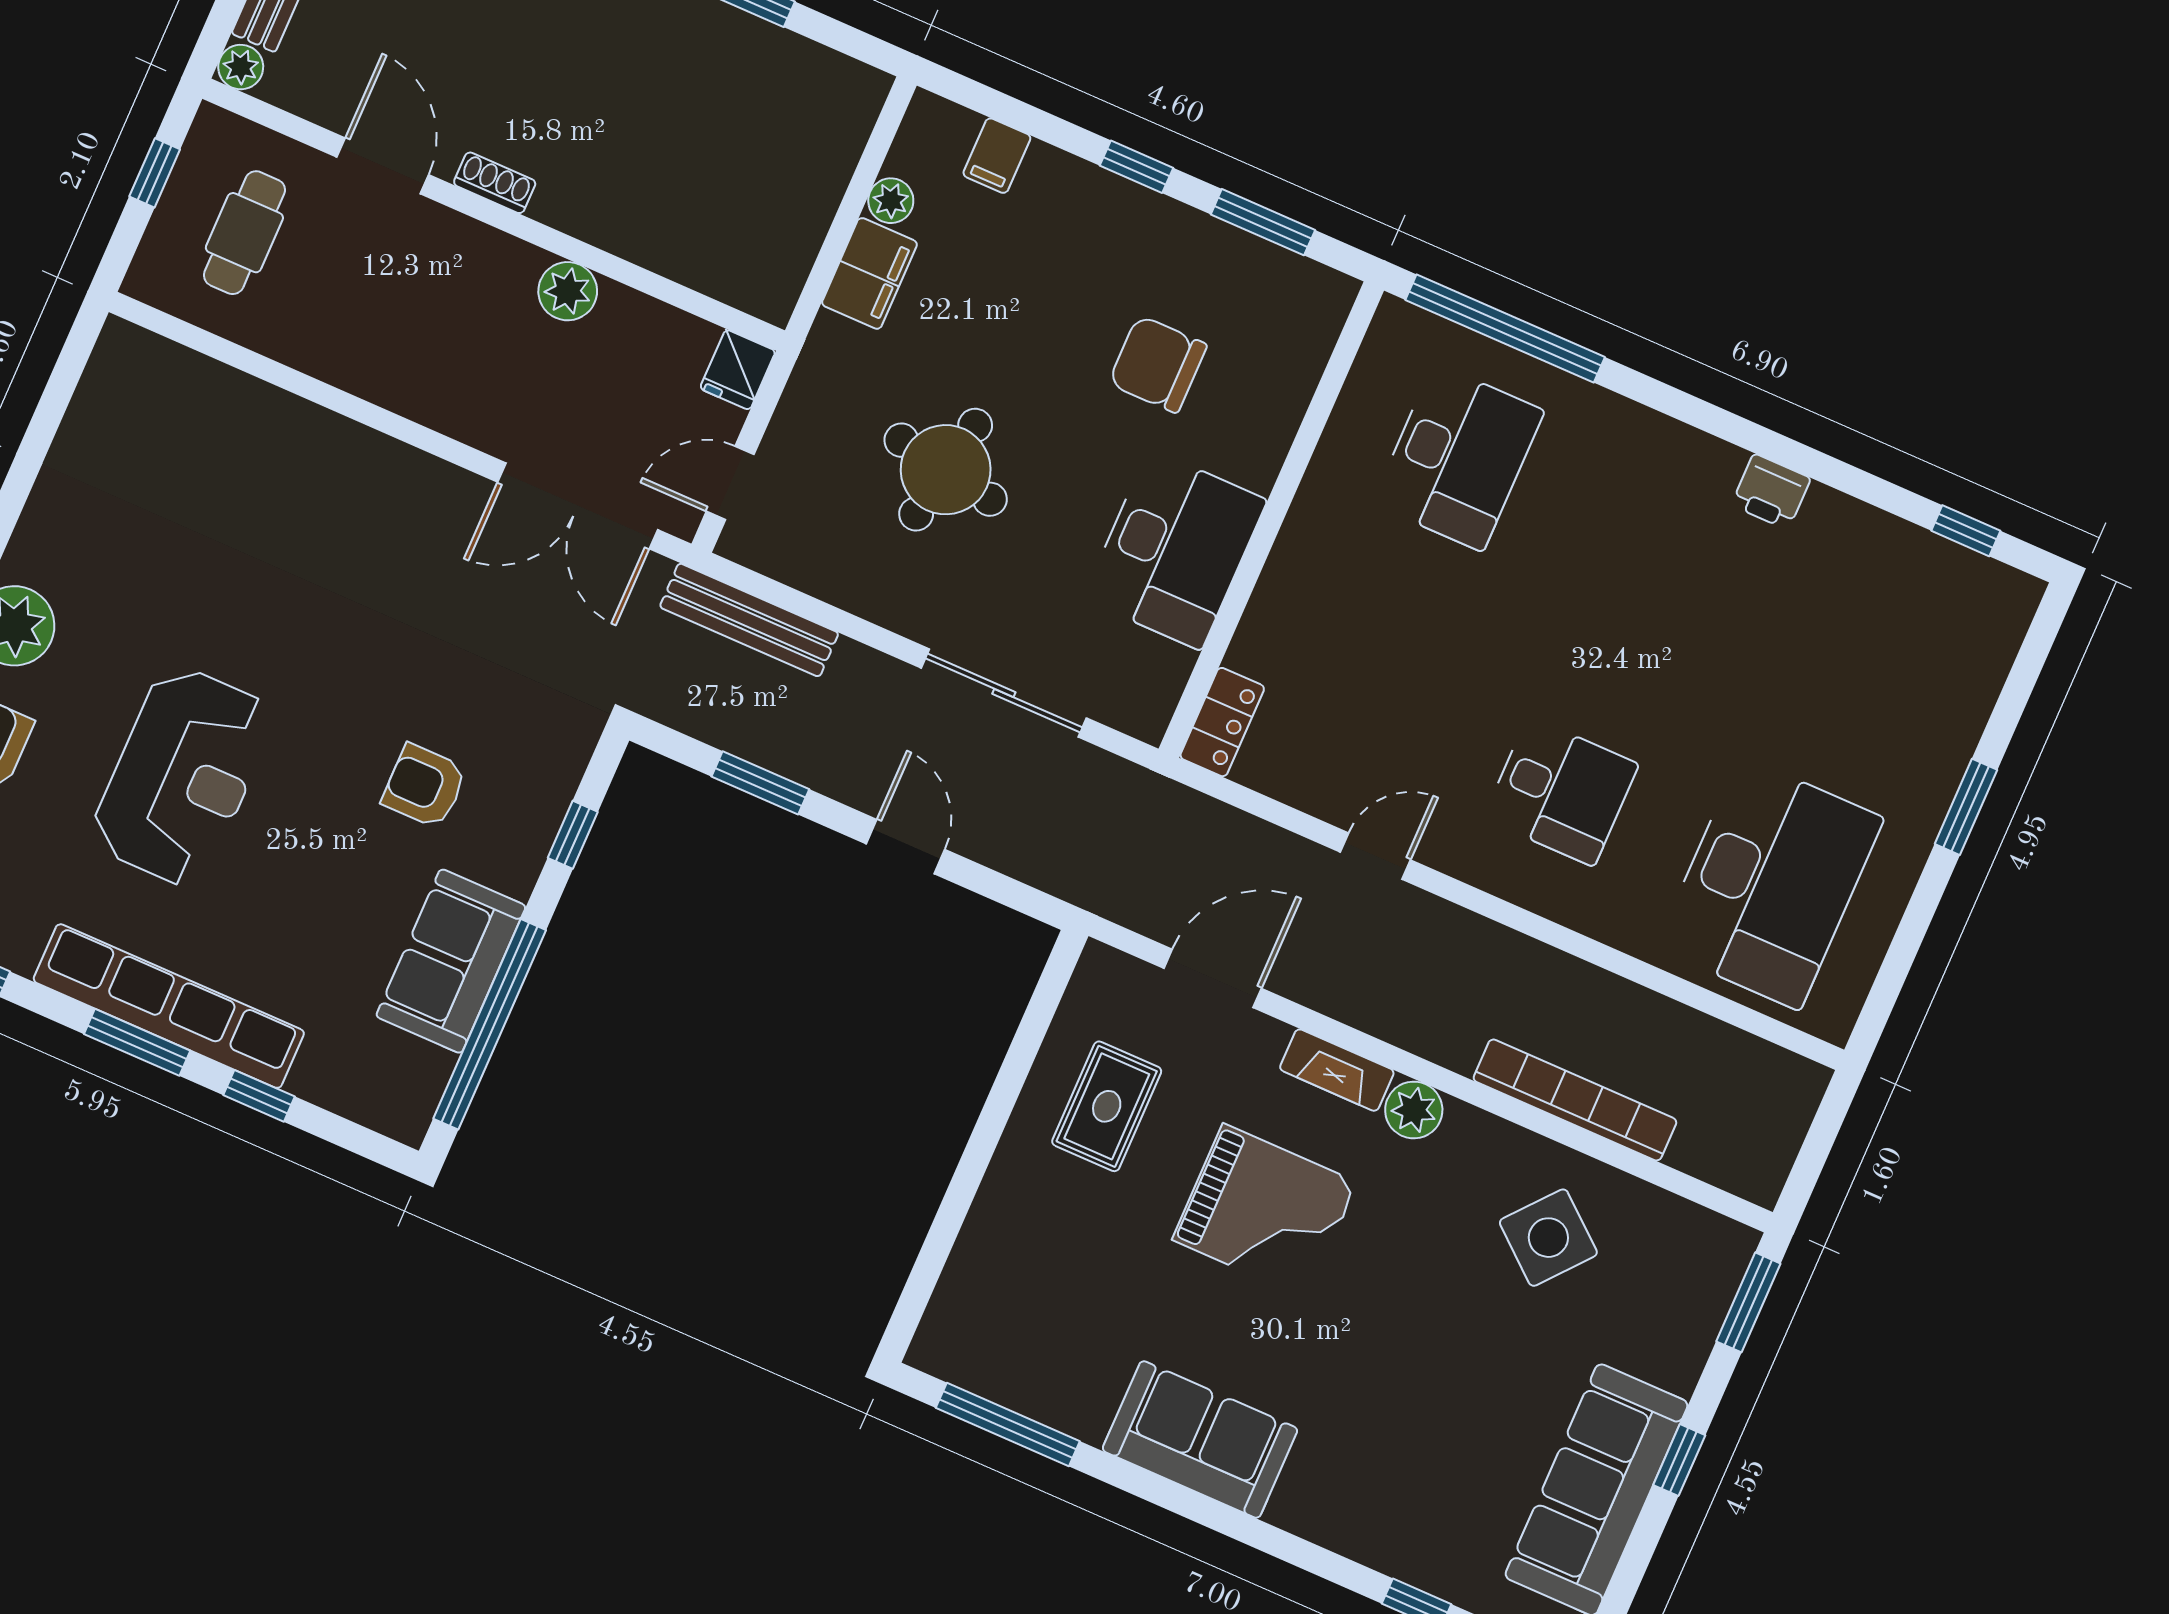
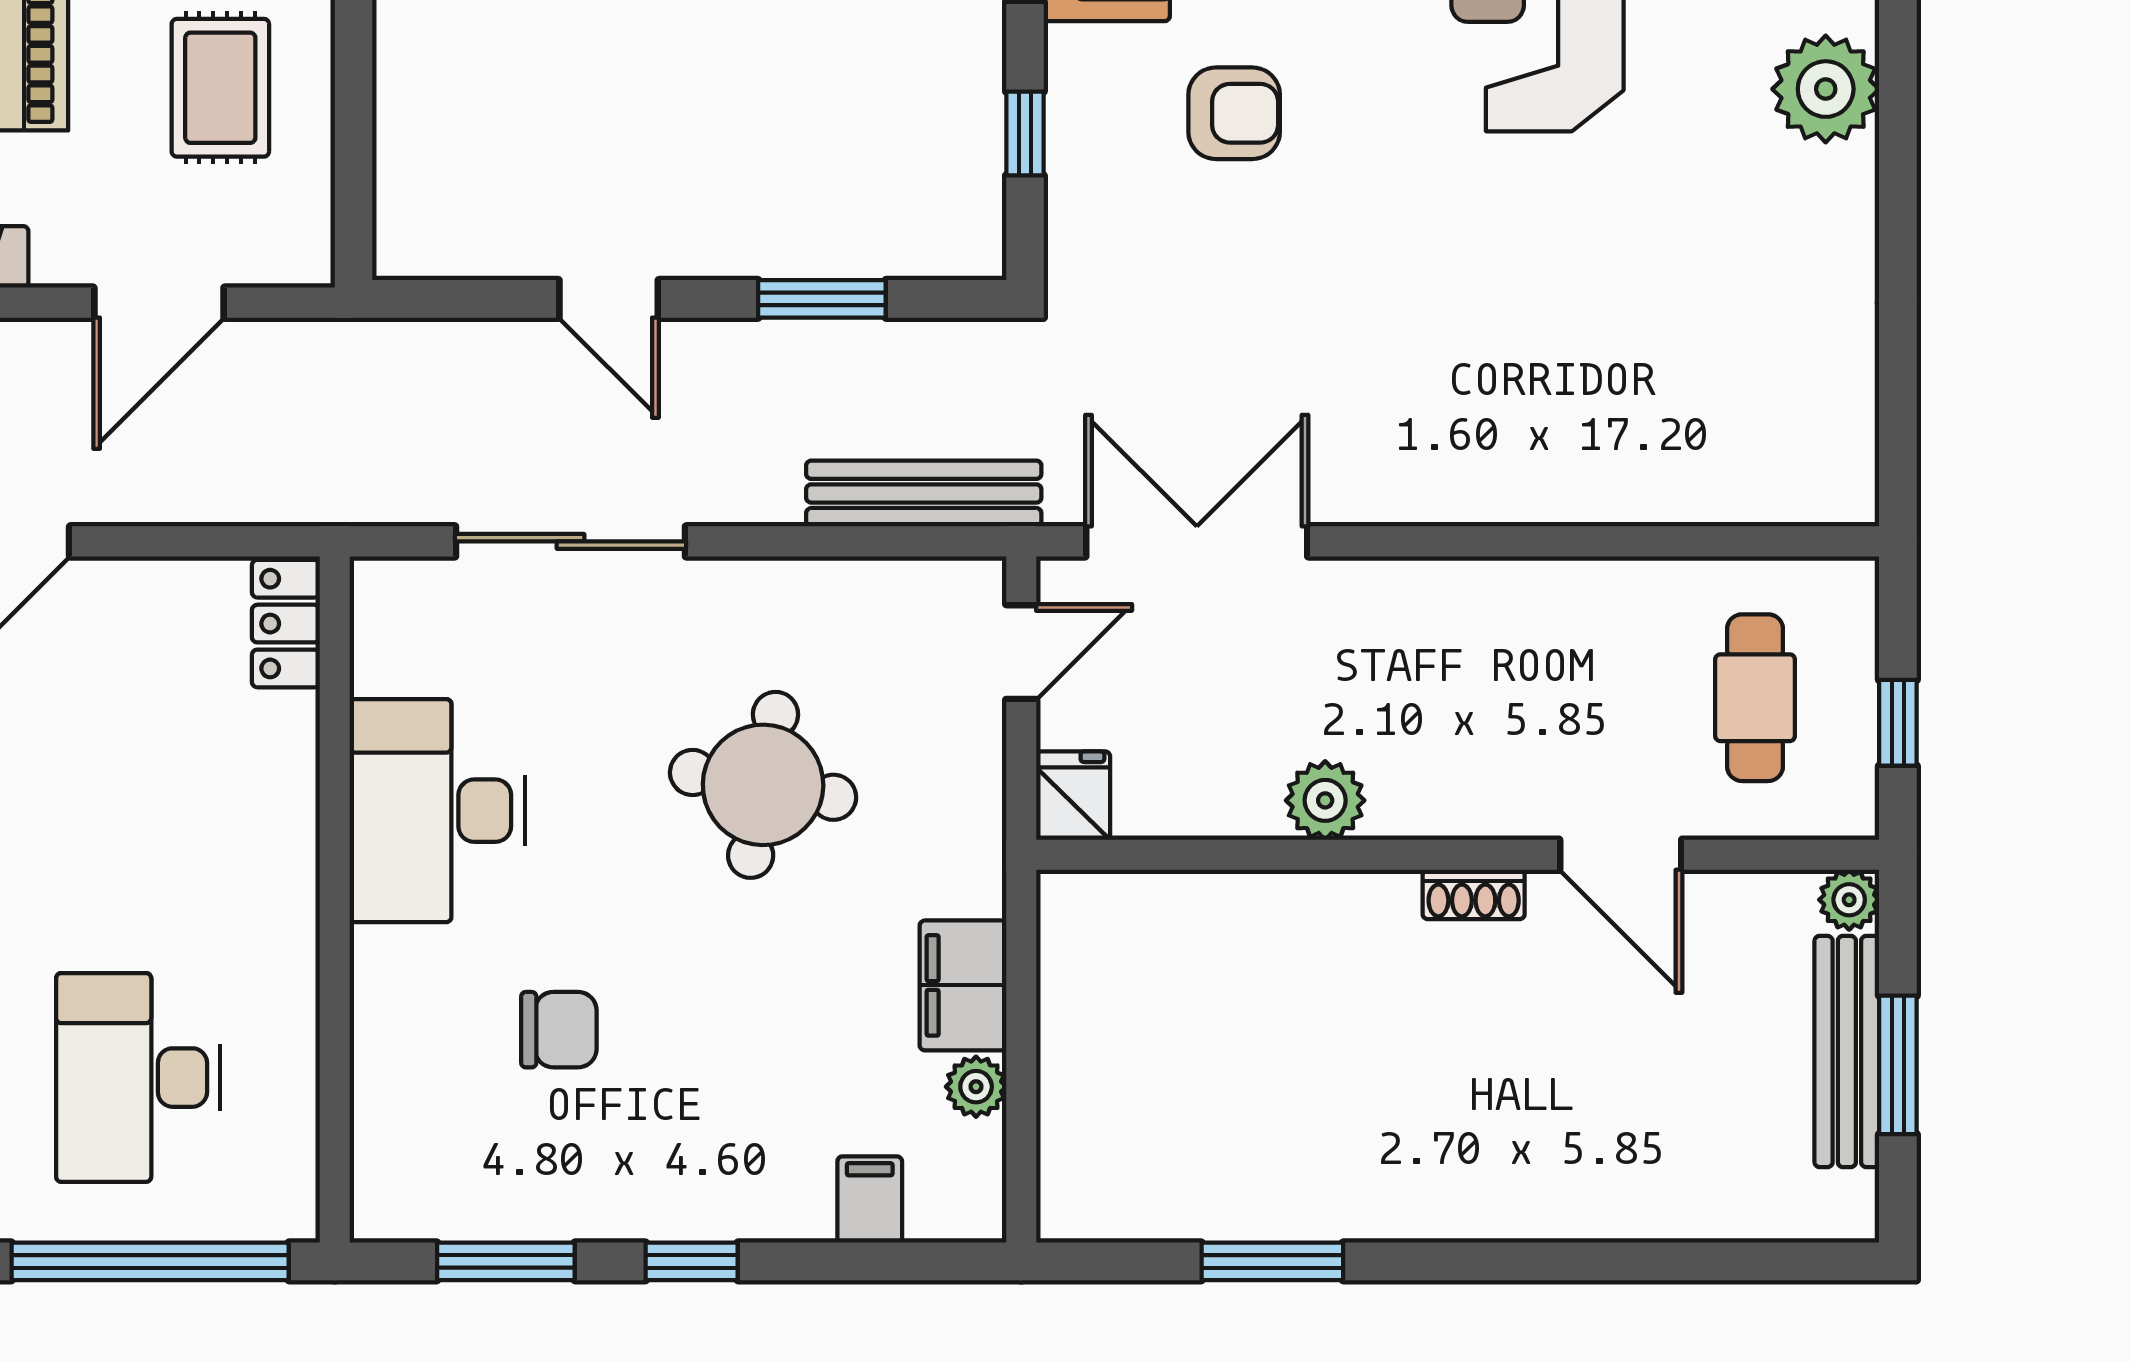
chair: (1158, 364) -> (559, 1030), width x0.73, depth x0.73

